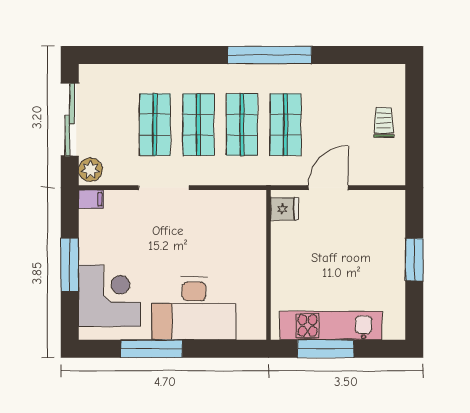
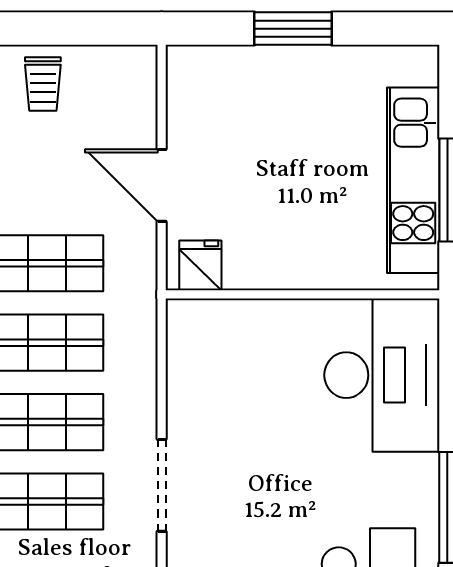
trolley: (384, 122) -> (43, 84), turned -90
desk: (194, 308) -> (382, 375), moved

